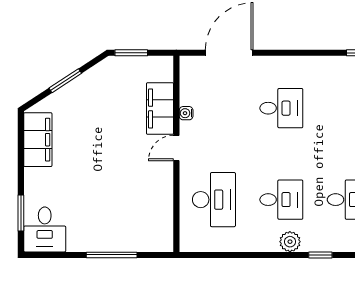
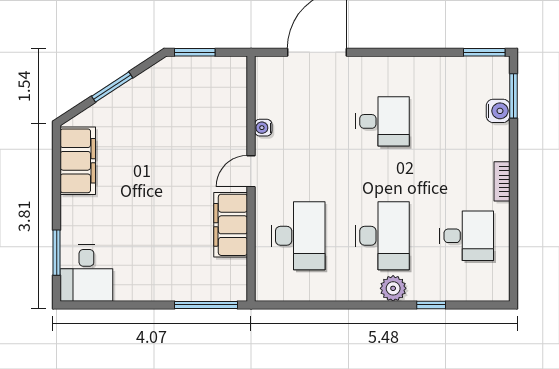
filing cabinet: (160, 109) -> (231, 225), moved
desk: (281, 200) -> (382, 236), width x1.37
window: (112, 255) -> (206, 305), moved

